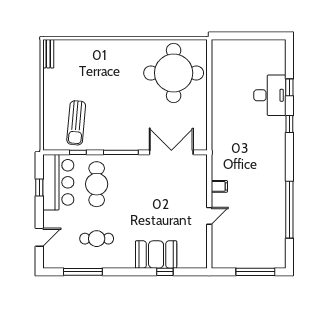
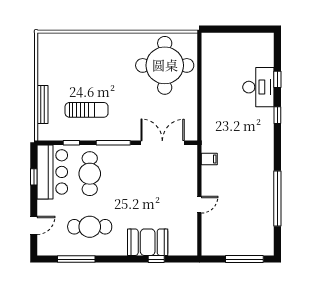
bench: (48, 54) -> (43, 104), moved, width x1.36
sun lounger: (76, 123) -> (87, 110), moved, turned -95
filing cabinet: (219, 186) -> (209, 159), moved
cafe table: (97, 239) -> (90, 227), width x1.37, depth x1.35

